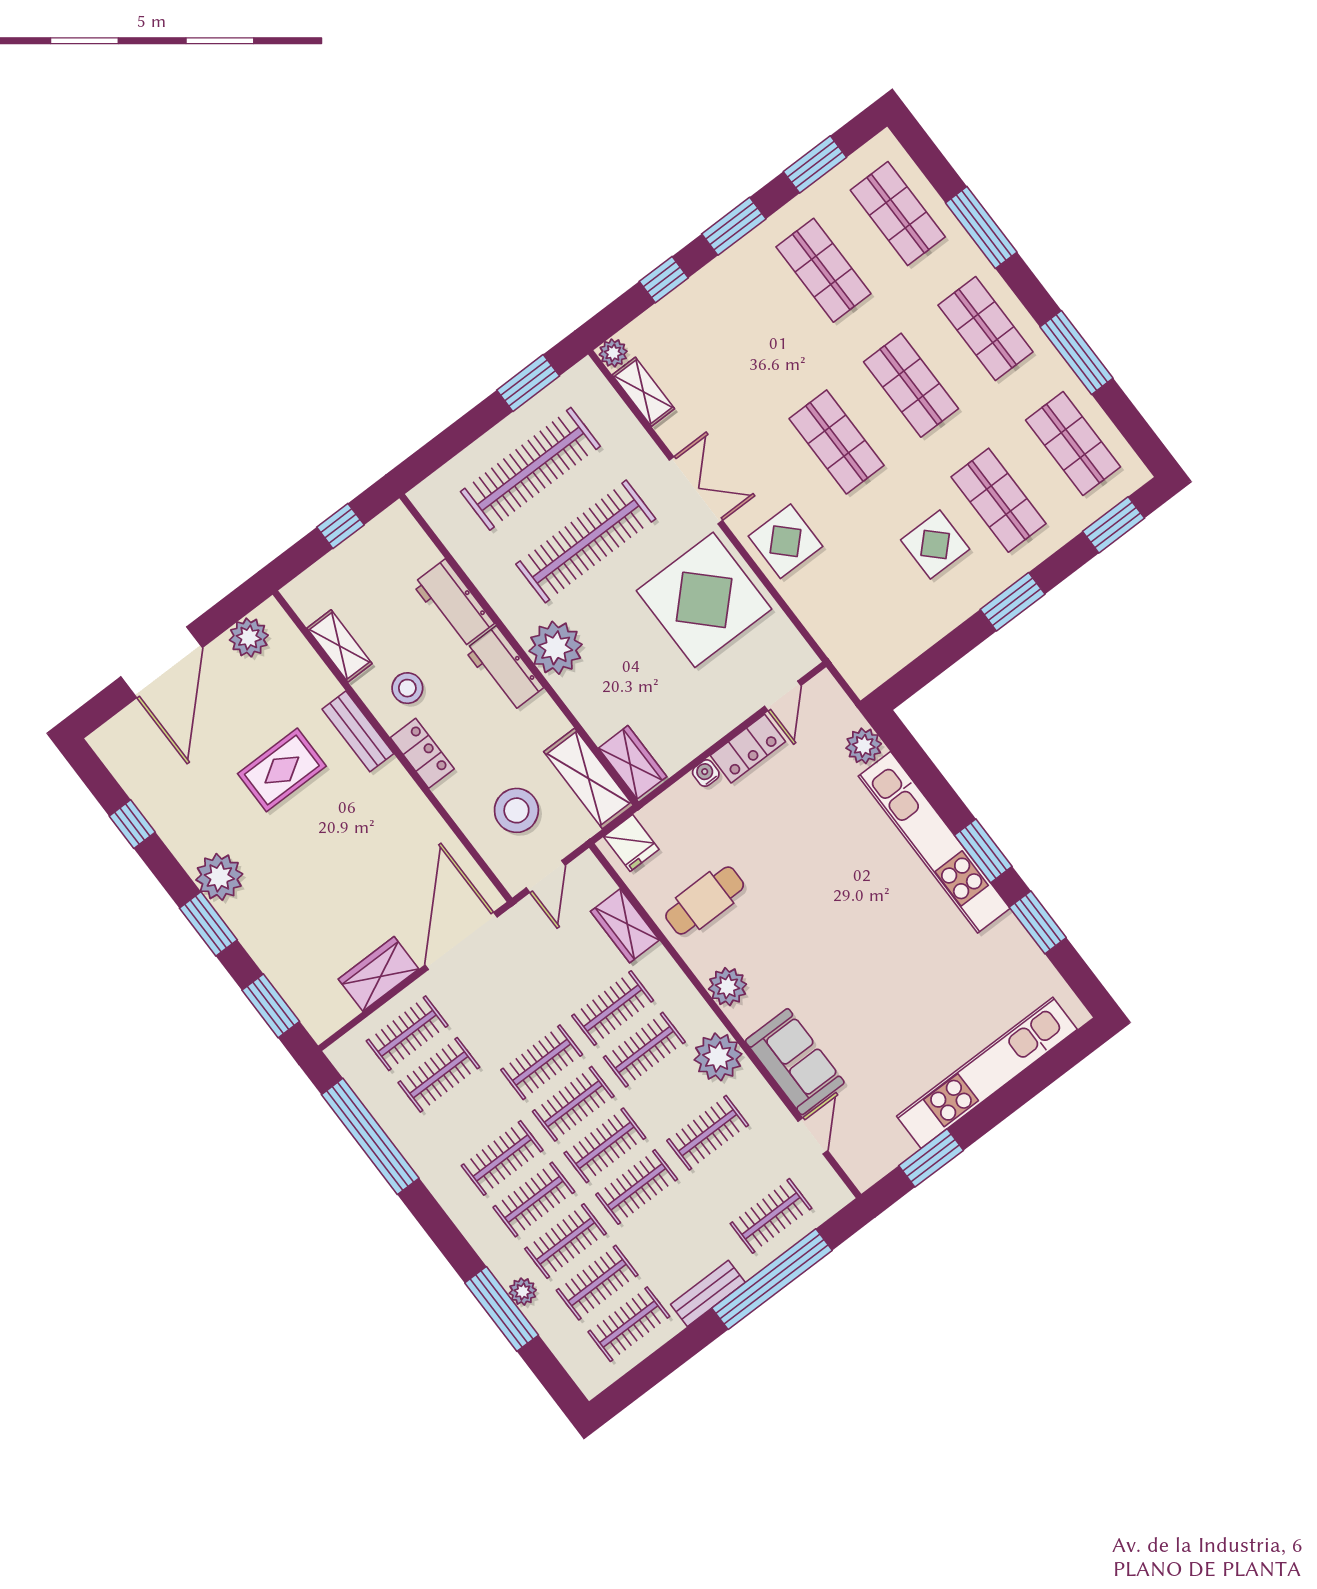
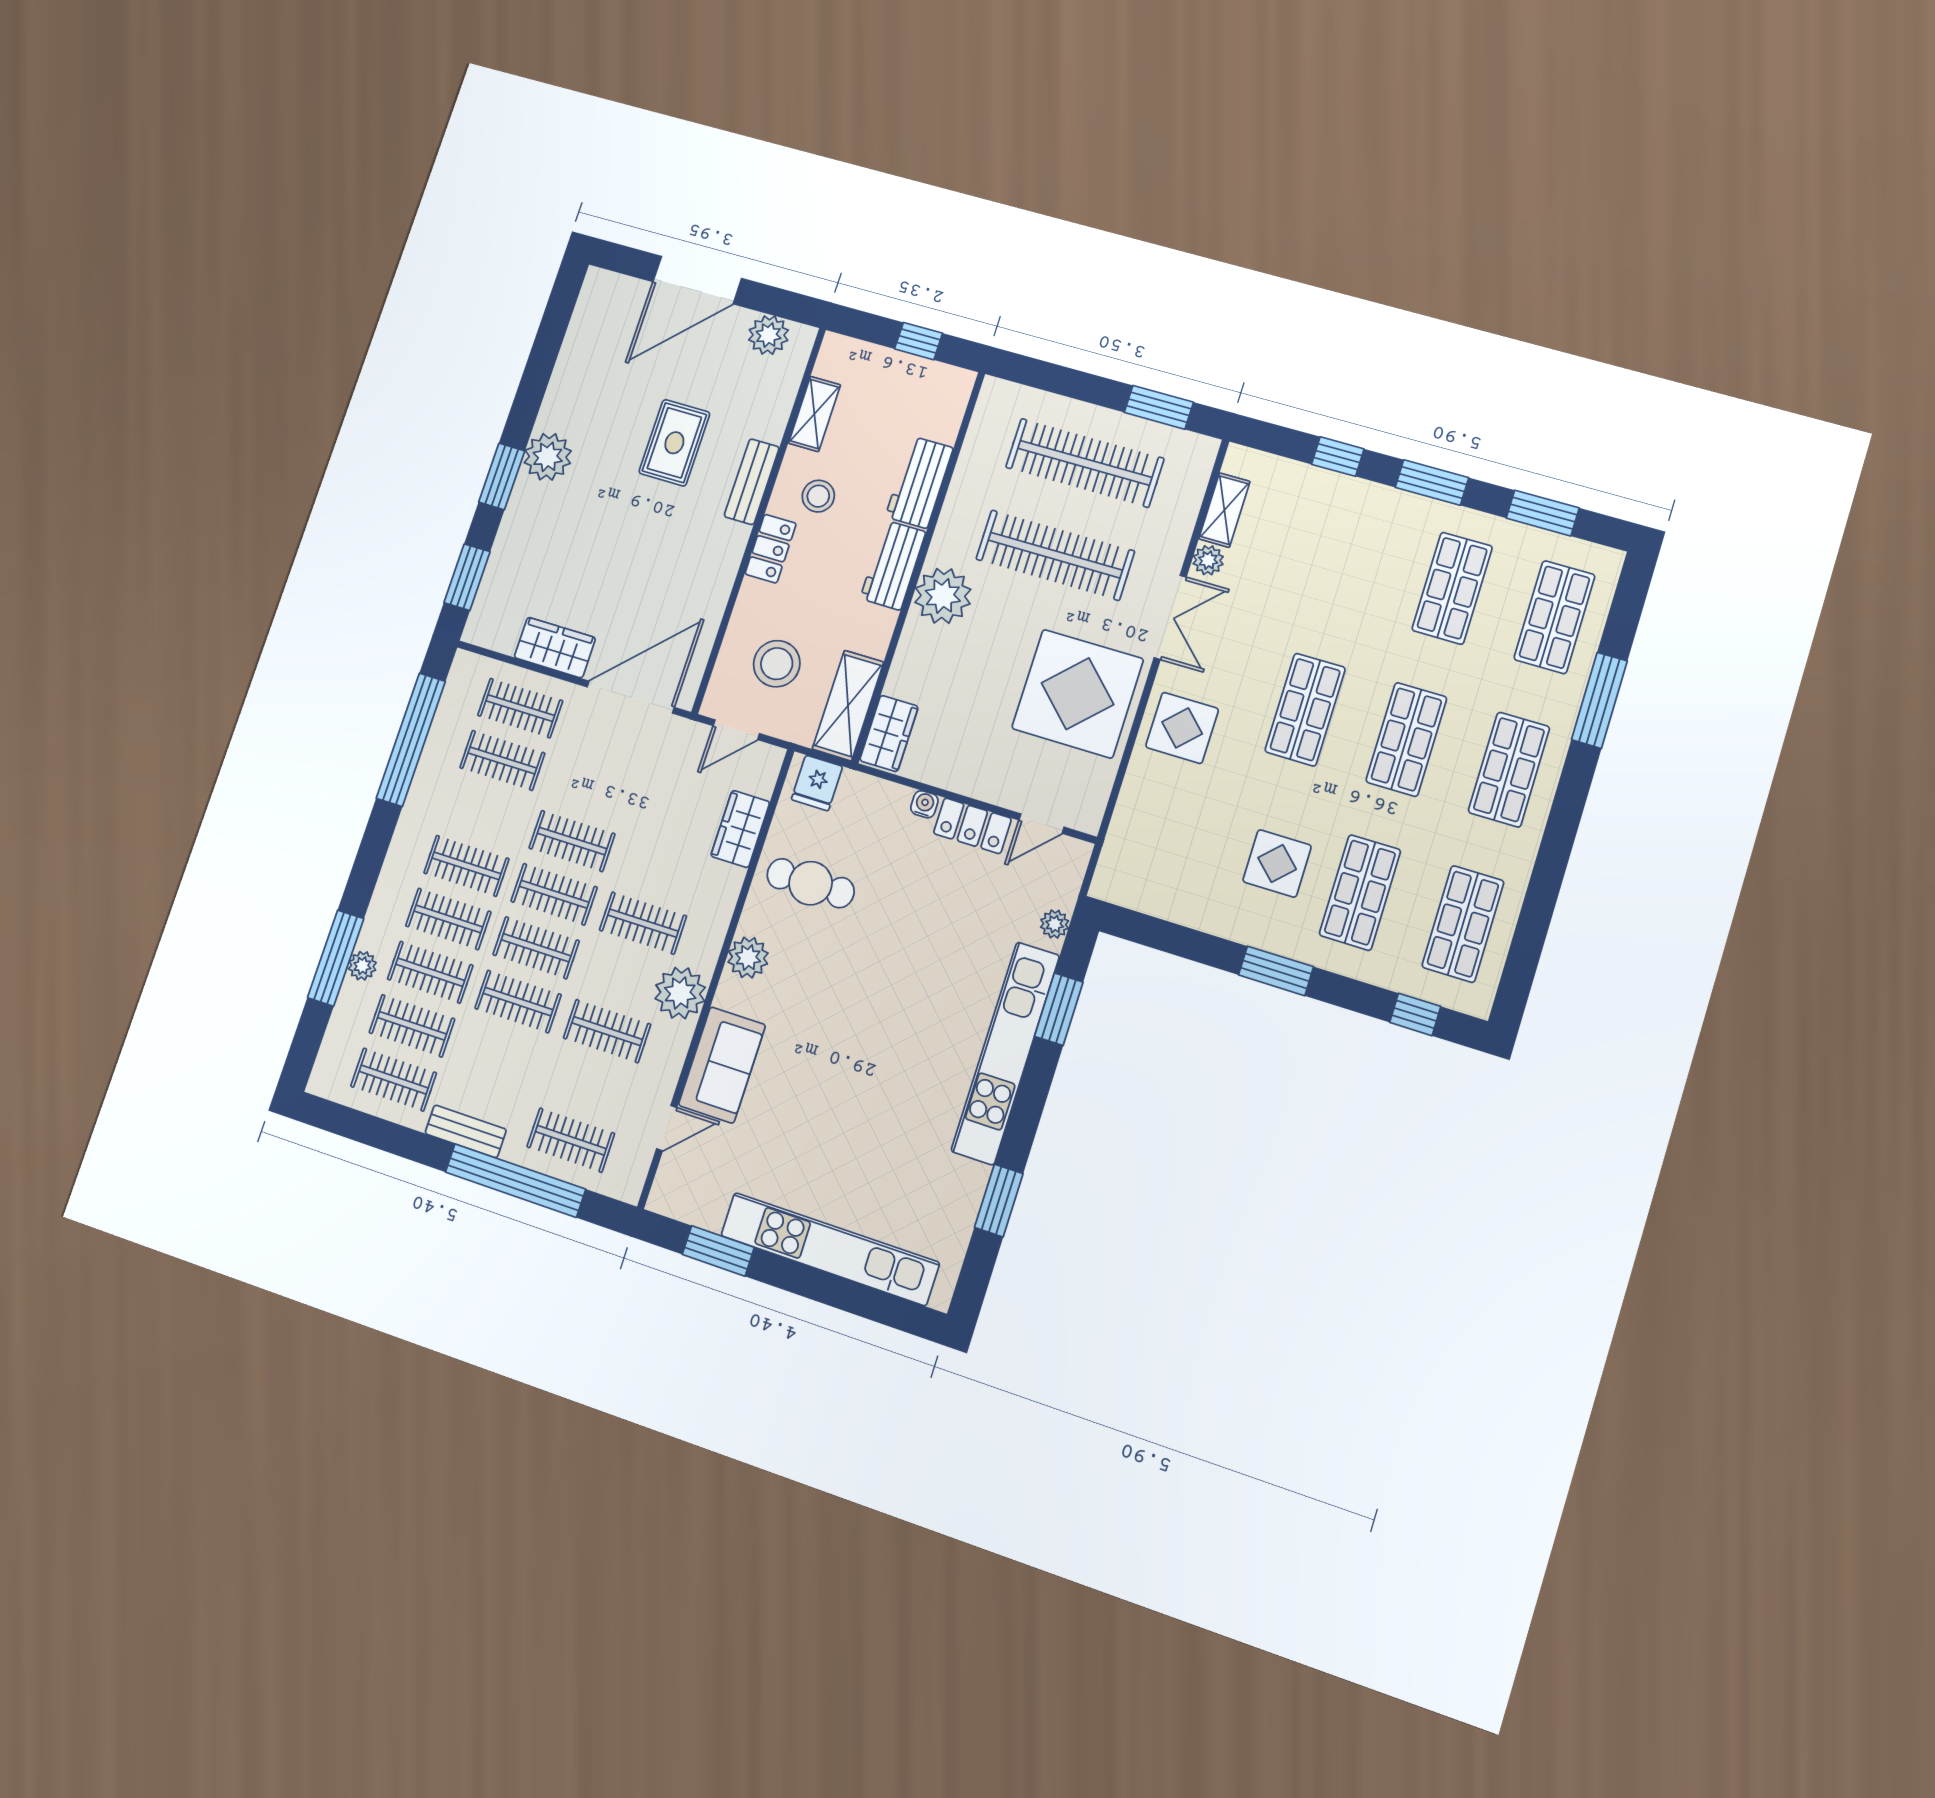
plant: (613, 353) -> (1208, 560), moved
window: (1077, 353) -> (1550, 868), removed
window: (1114, 525) -> (1415, 1014), width x0.67
plant: (864, 746) -> (1055, 924), width x0.73, depth x0.73
rug: (282, 770) -> (674, 443), turned 90
window: (132, 824) -> (544, 355), removed
window: (983, 851) -> (1059, 1009), moved
clothes rail: (613, 1008) -> (661, 869), removed

